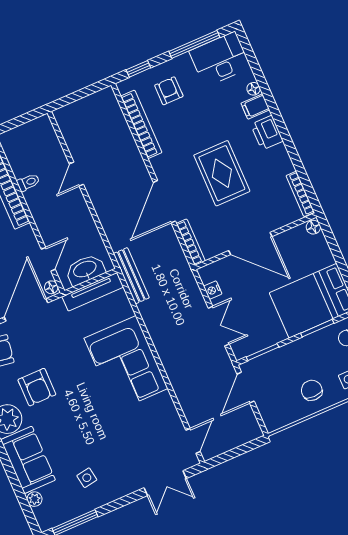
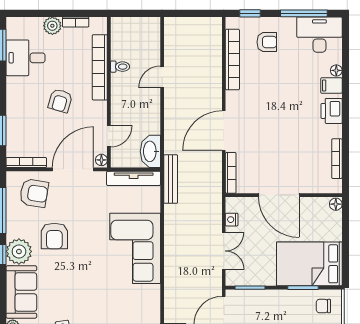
armchair: (169, 91) -> (267, 42), turned 90
rug: (222, 173) -> (281, 128), removed
bookcase: (300, 194) -> (337, 159), moved
washbasin: (85, 270) -> (150, 151), moved, turned -90

